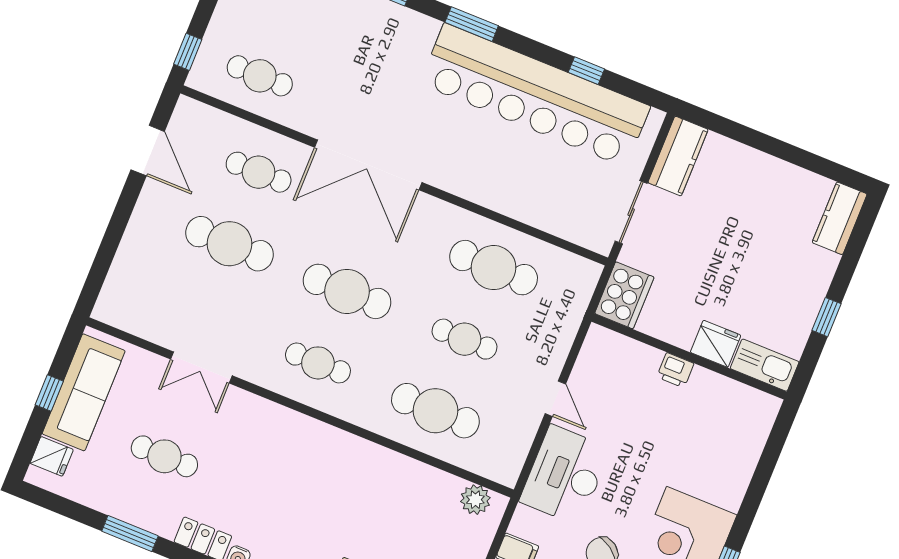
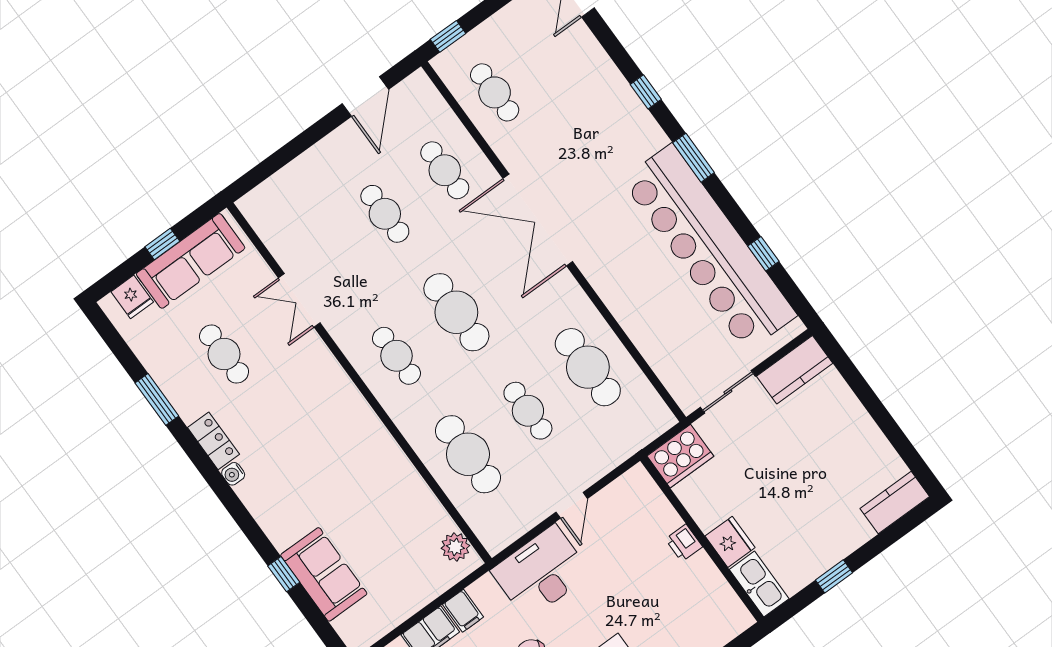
cafe table: (230, 244) -> (385, 214), width x0.73, depth x0.74

